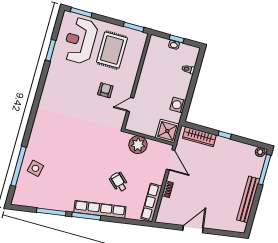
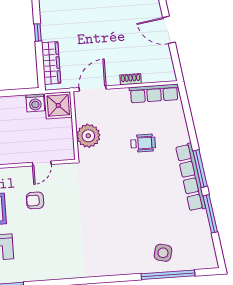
door: (130, 104) -> (42, 163), hinge flipped
washing machine: (178, 105) -> (35, 103), moved
wheelchair: (119, 182) -> (143, 143), turned -133
row of seats: (100, 209) -> (191, 177), moved

